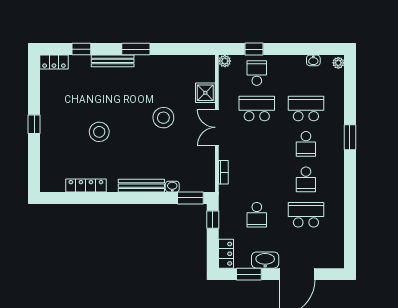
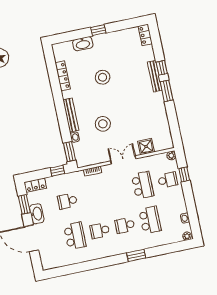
window: (81, 49) -> (162, 68), moved
stool: (163, 118) -> (103, 124), moved
washbasin: (48, 149) -> (83, 44), added

